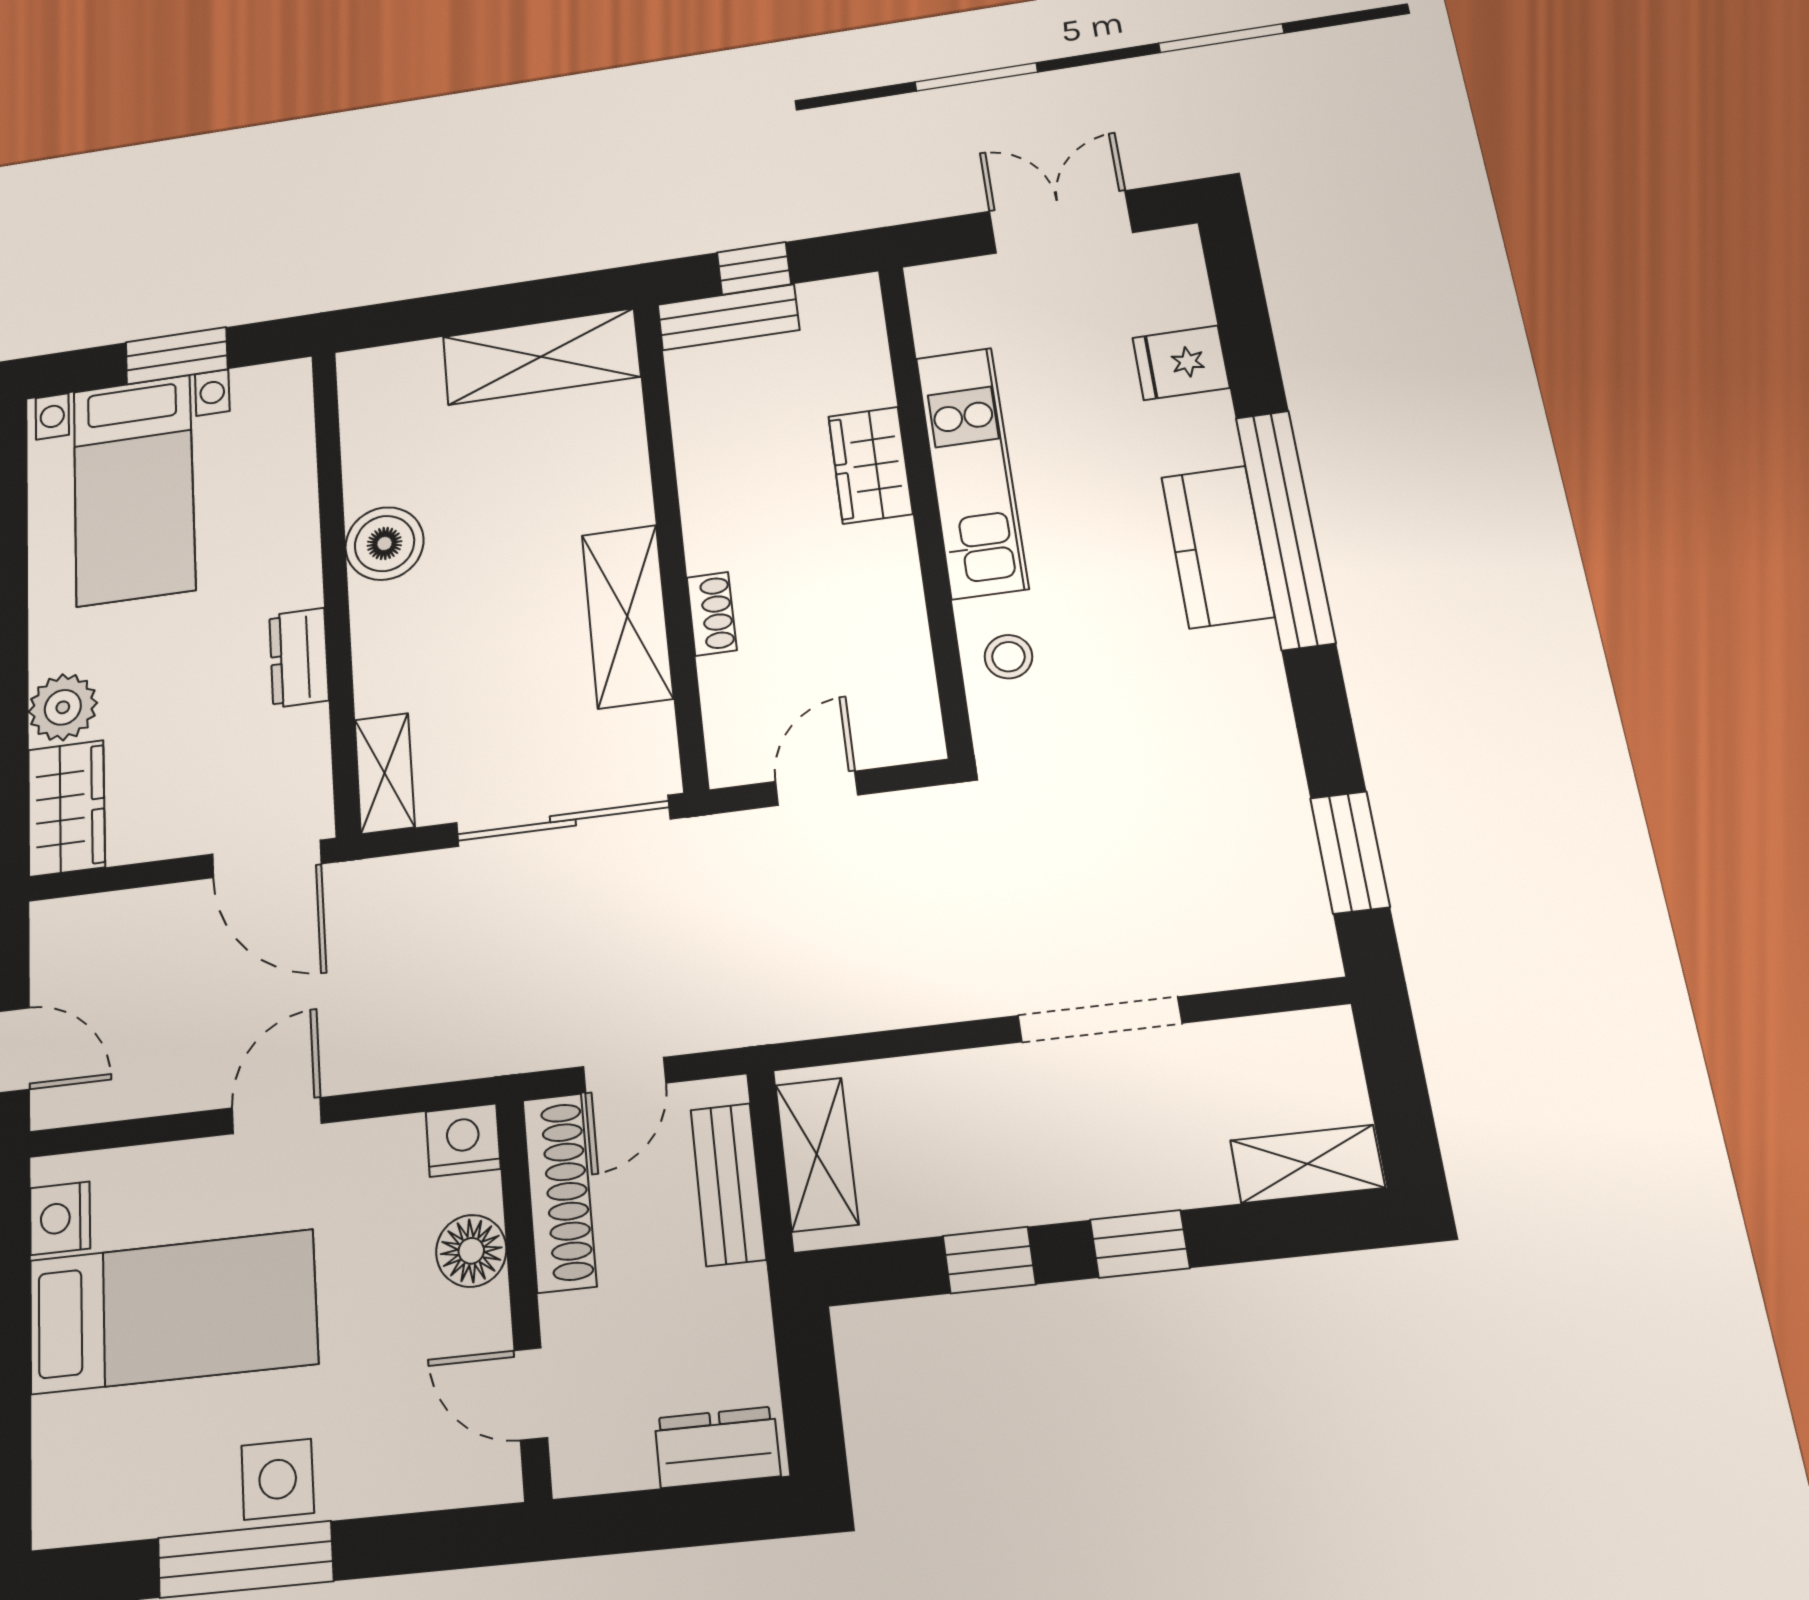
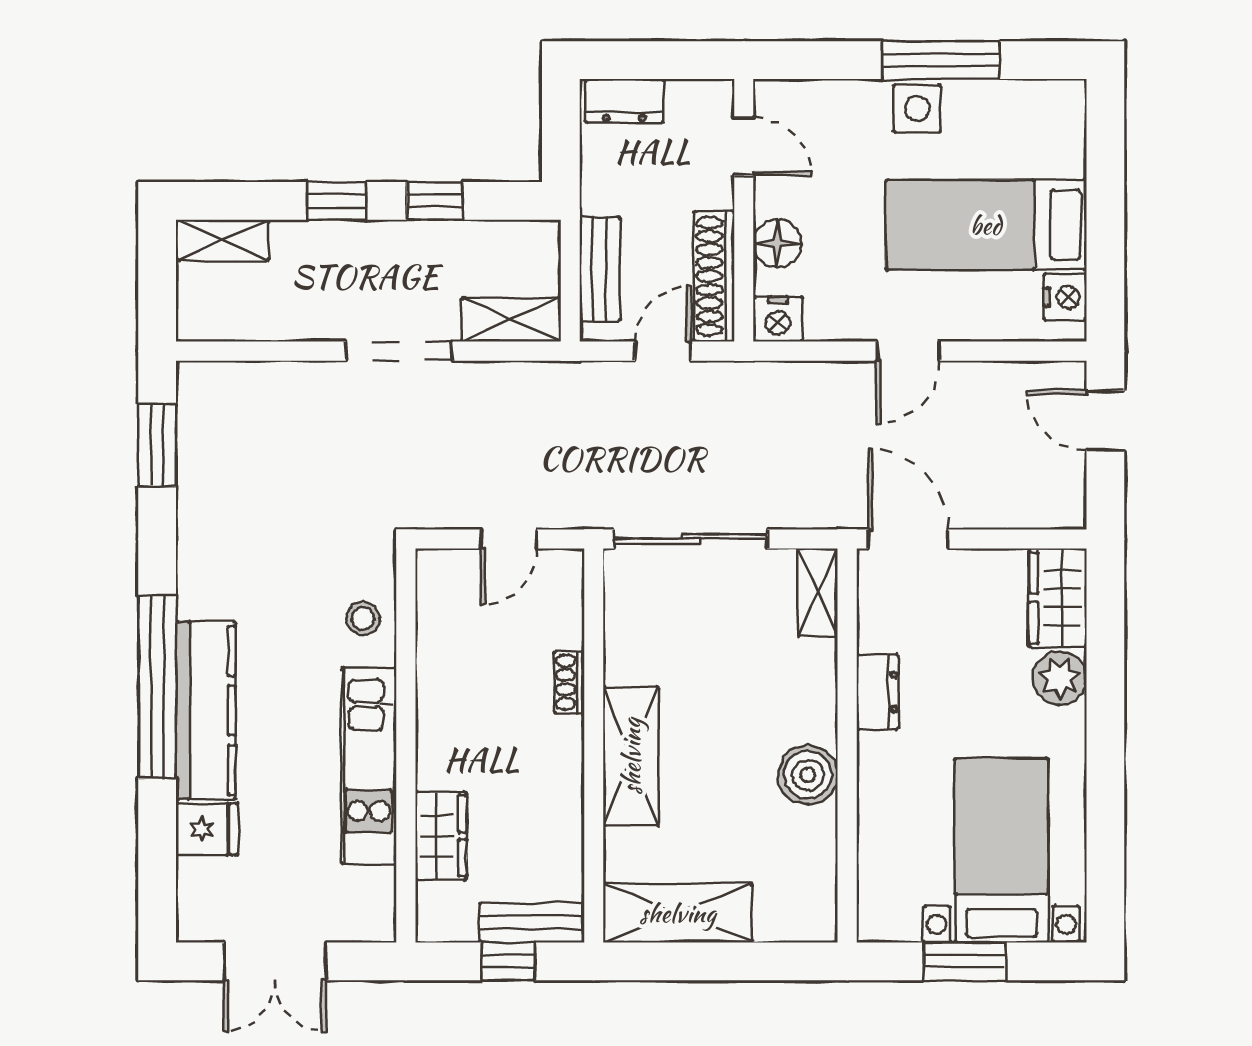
wardrobe: (870, 465) -> (441, 836), moved
kitchen counter: (1218, 547) -> (206, 710), width x1.50
shelving: (627, 616) -> (631, 756), moved
doorway: (1100, 1019) -> (399, 351), moved
shelving: (817, 1154) -> (511, 319), moved, turned 90

